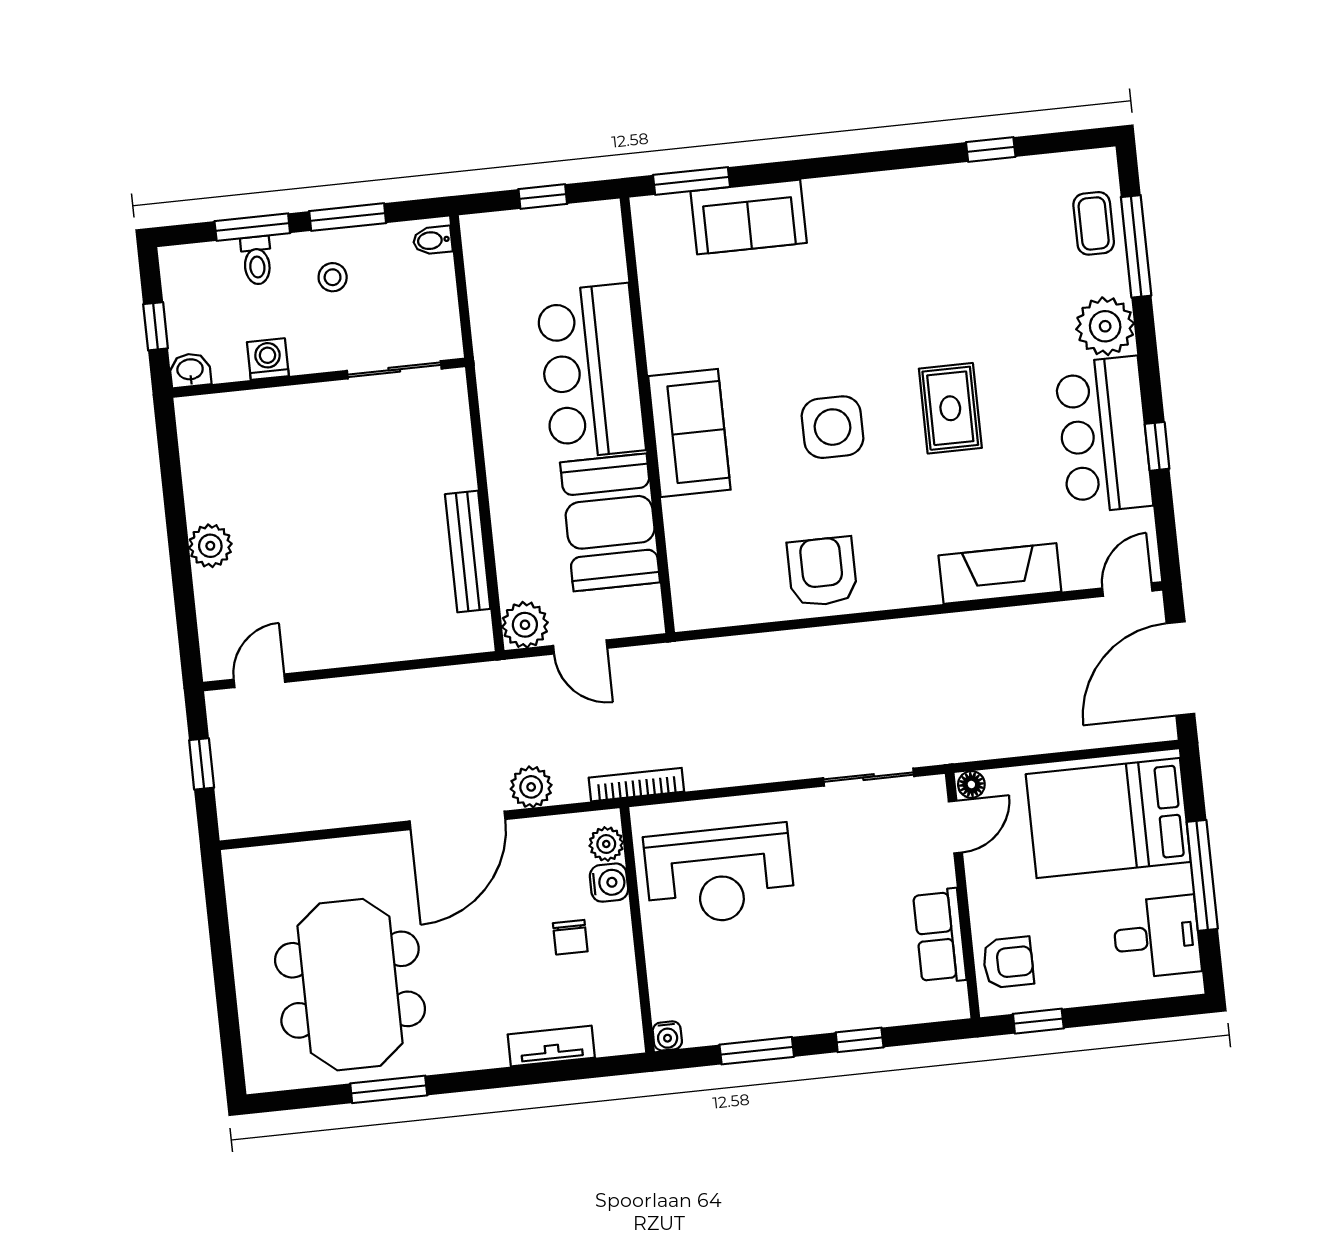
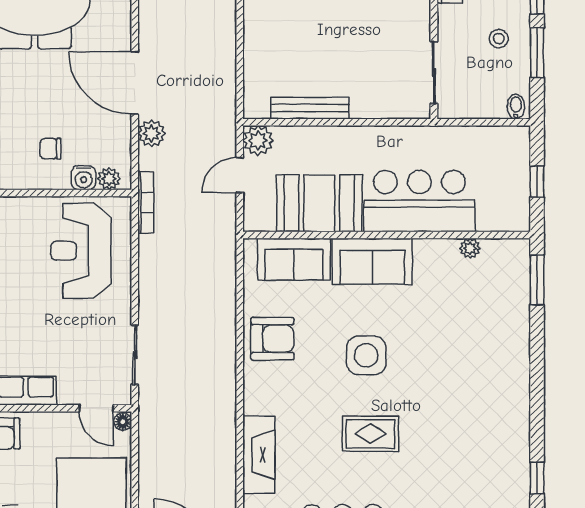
sofa: (749, 217) -> (294, 259), moved, turned -90
plant: (654, 287) -> (470, 248), added

